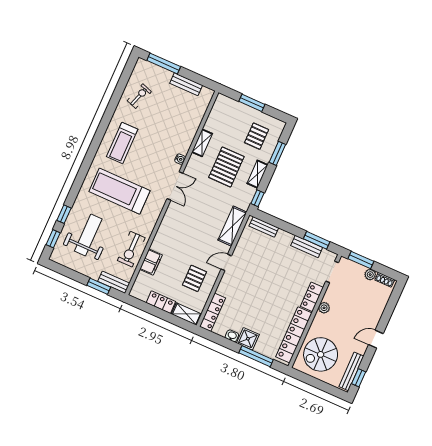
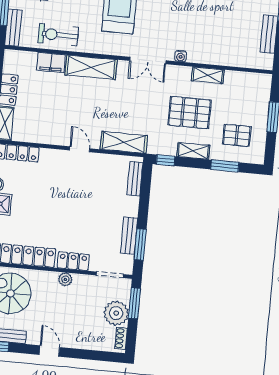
shelving: (165, 232) -> (91, 67), added
plant: (370, 275) -> (116, 313), width x1.88, depth x1.88
pallet: (194, 278) -> (49, 119), removed

